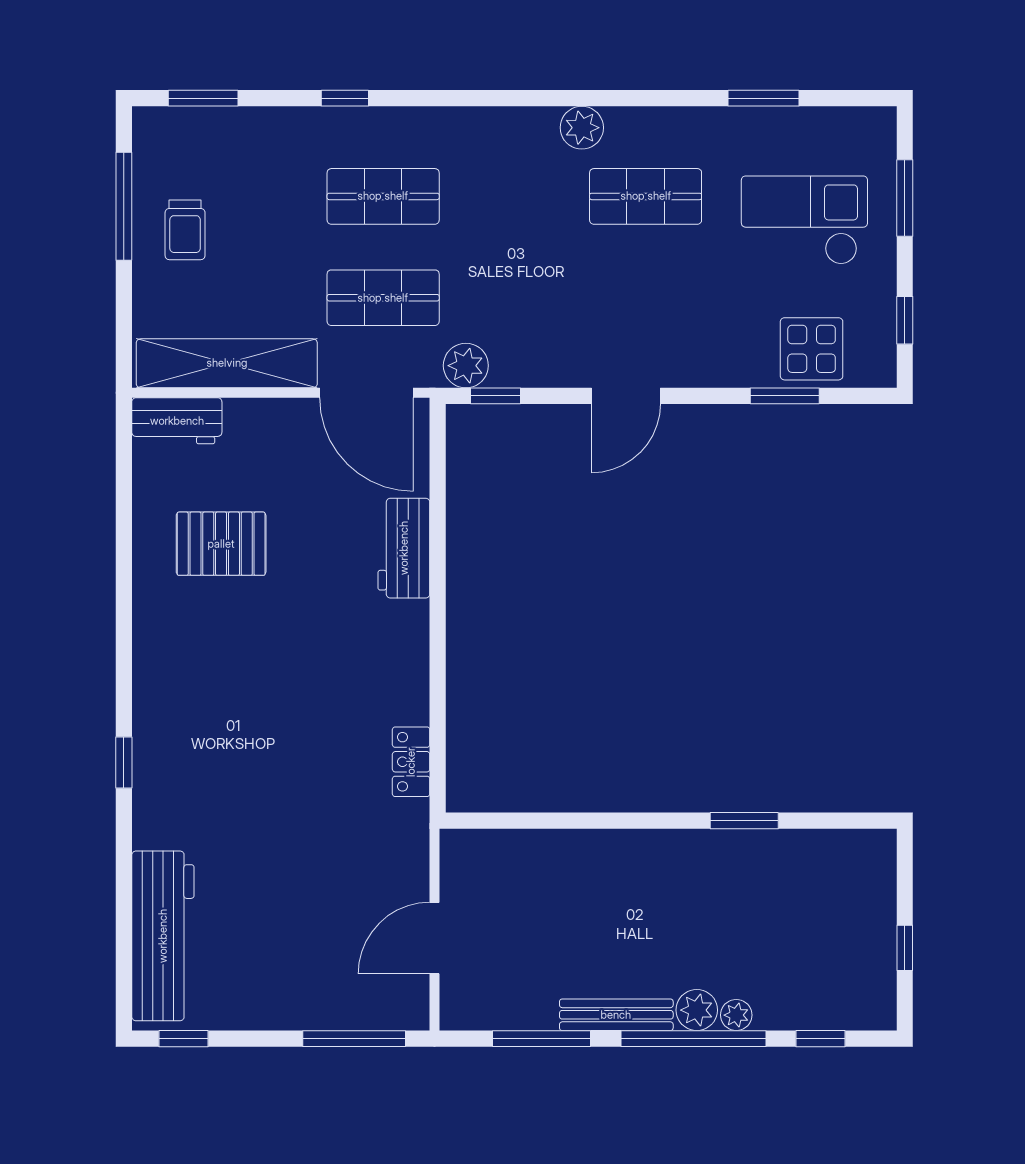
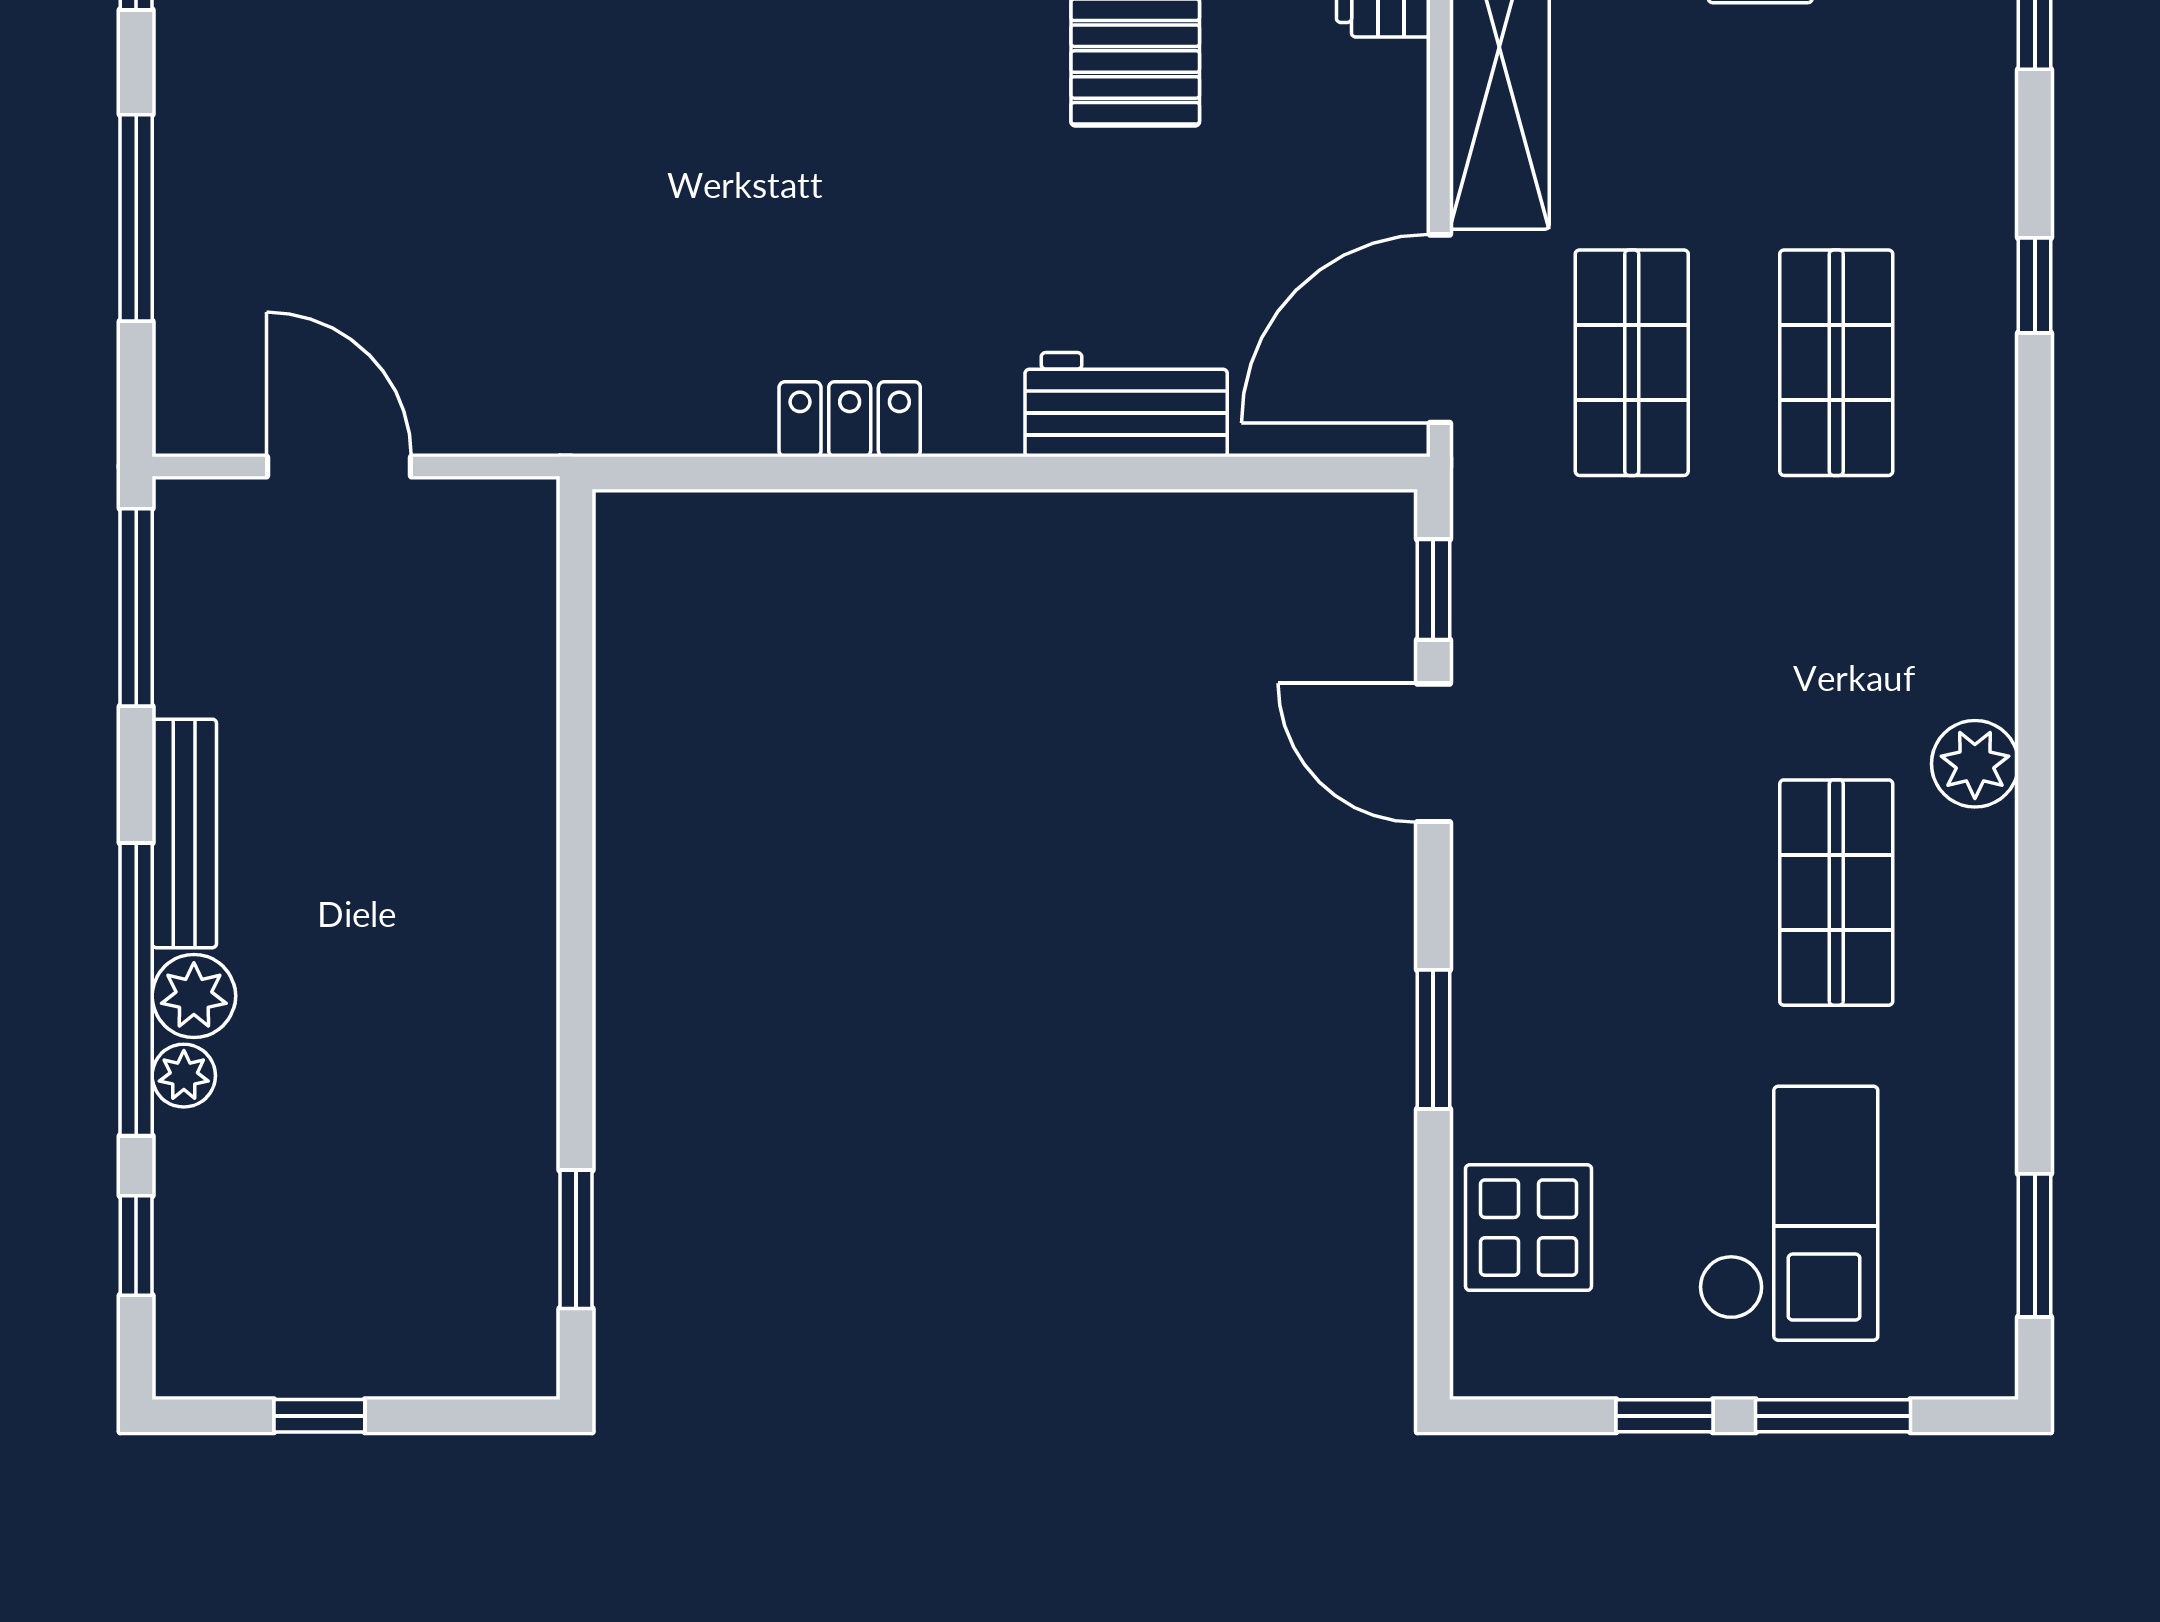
window: (764, 98) -> (2035, 1245), moved
window: (905, 320) -> (1665, 1416), moved
plant: (466, 366) -> (1495, 530), removed
door: (626, 396) -> (1433, 753), moved
window: (785, 396) -> (1433, 1039), moved
locker: (411, 762) -> (850, 419), moved
window: (744, 821) -> (576, 1239), moved
window: (354, 1039) -> (136, 218), moved
window: (541, 1039) -> (136, 607), moved

